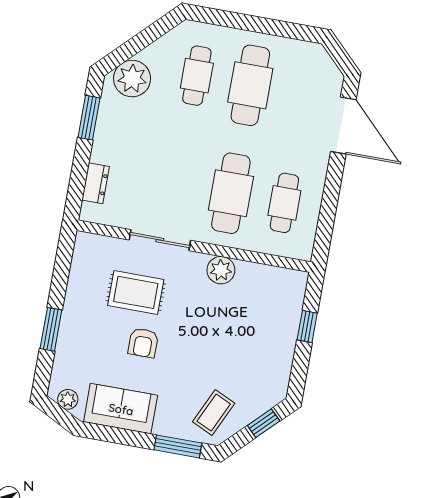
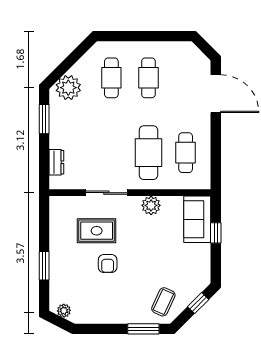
cafe table: (250, 85) -> (148, 78), width x0.73, depth x0.74
sofa: (121, 409) -> (197, 219), moved, turned -90

